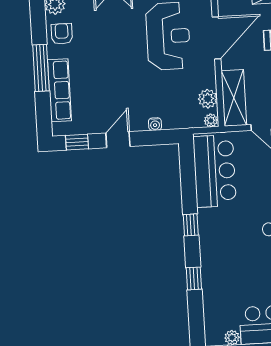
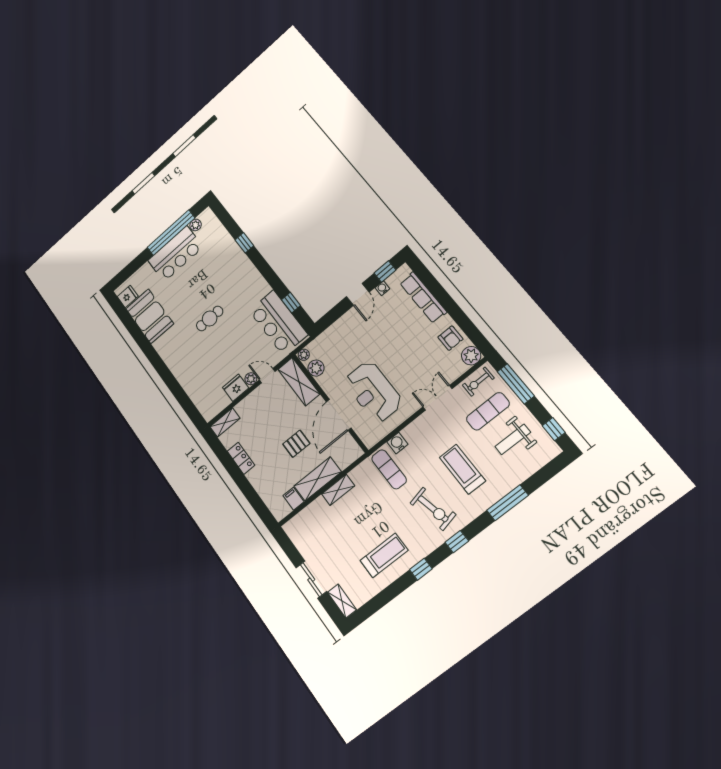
window: (41, 68) -> (448, 303), removed
water cooler: (155, 124) -> (382, 288), moved
window: (191, 225) -> (291, 303), moved

